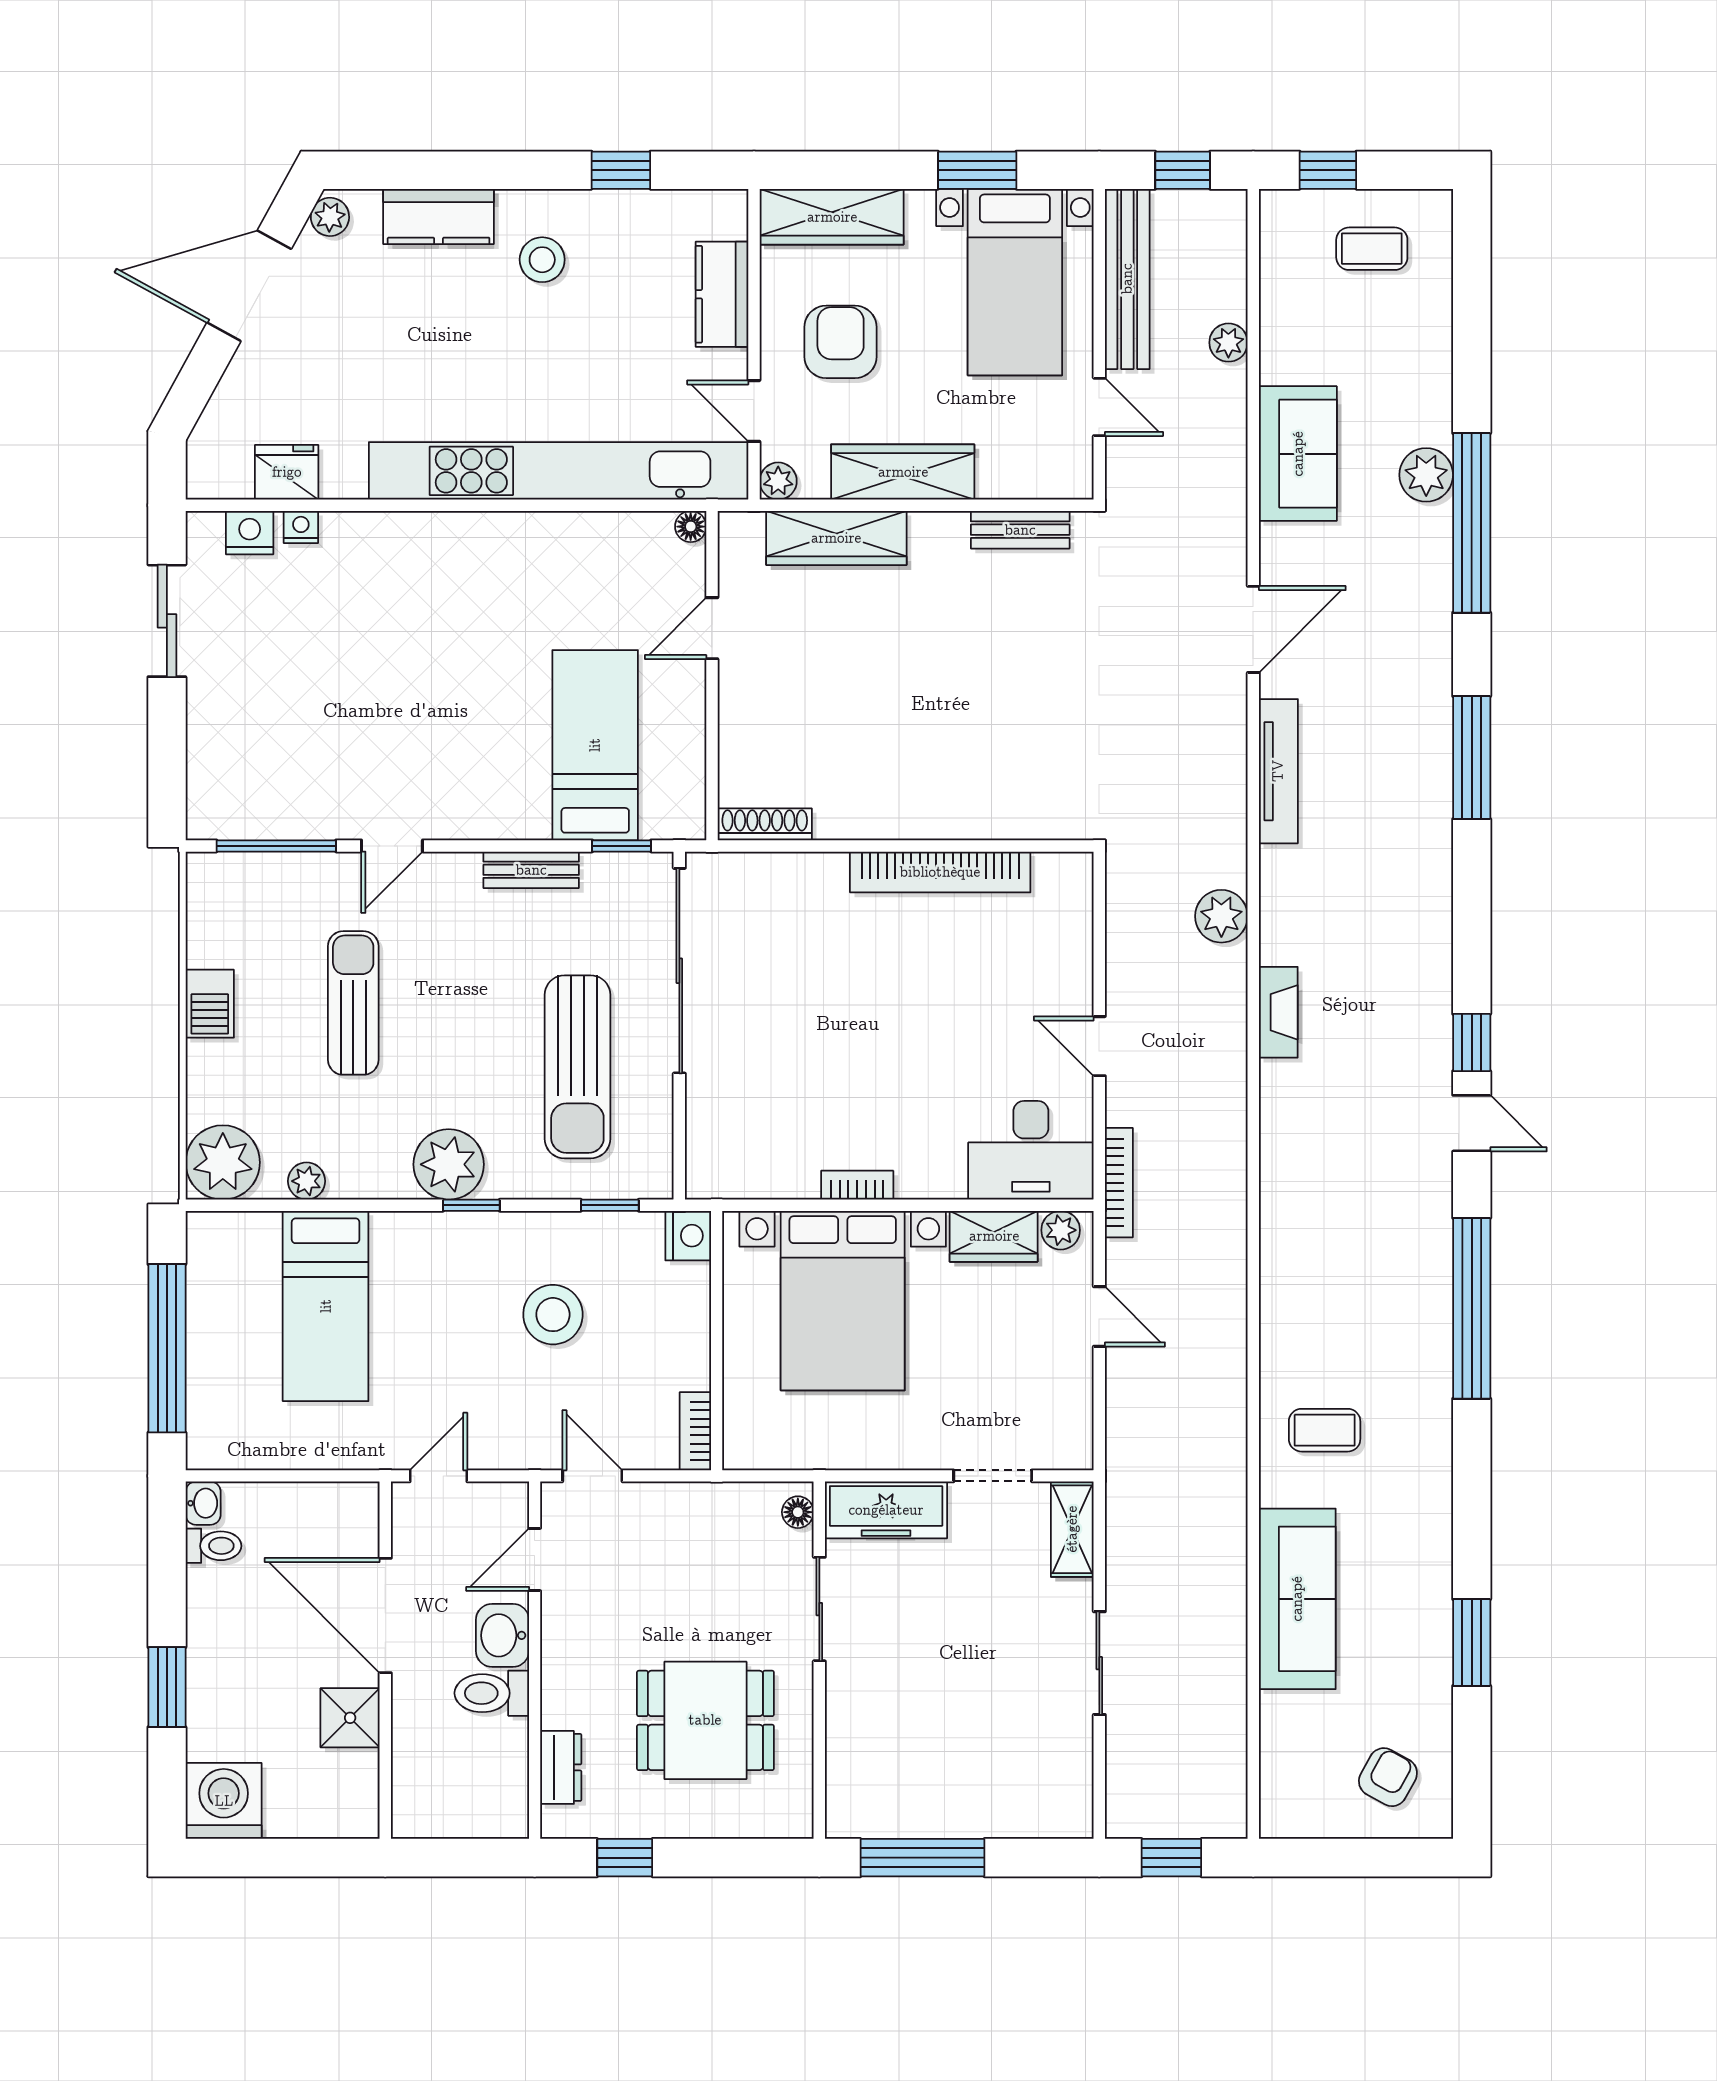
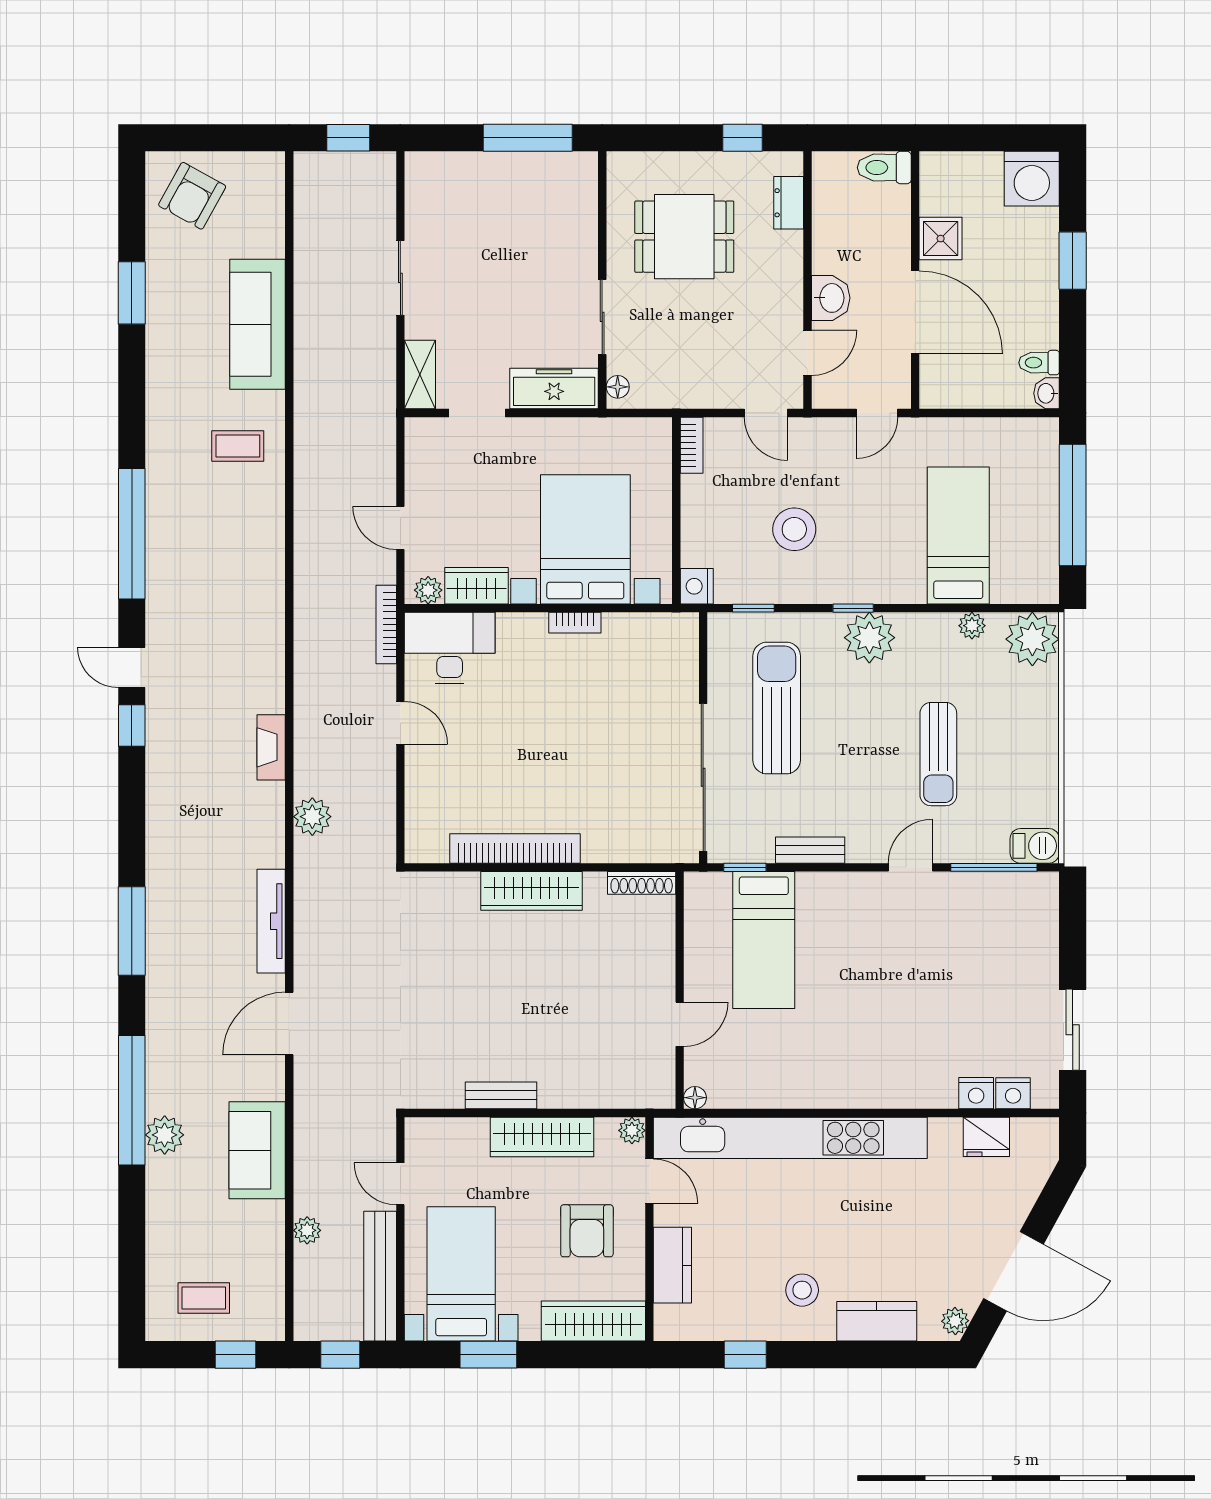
nightstand: (301, 527) -> (976, 1093), width x1.39, depth x1.35
bench: (1020, 530) -> (501, 1095), moved
wardrobe: (836, 538) -> (531, 891), moved, turned 180
barbecue: (210, 1004) -> (1035, 846), moved, turned 90
toilet: (492, 1693) -> (884, 168), moved, turned 180
armchair: (1388, 1777) -> (192, 196), width x1.38, depth x1.38

